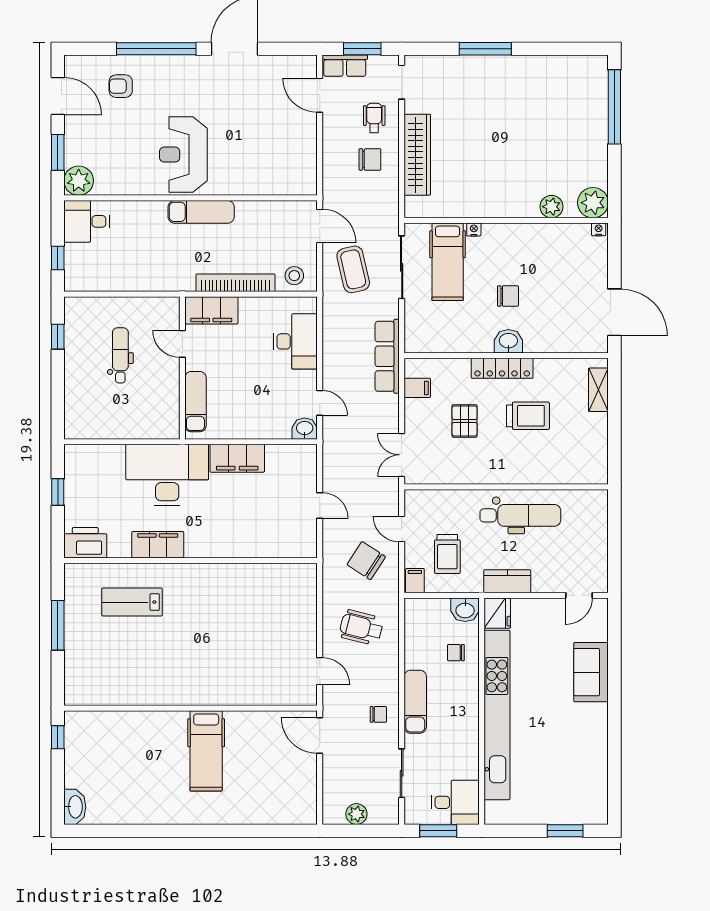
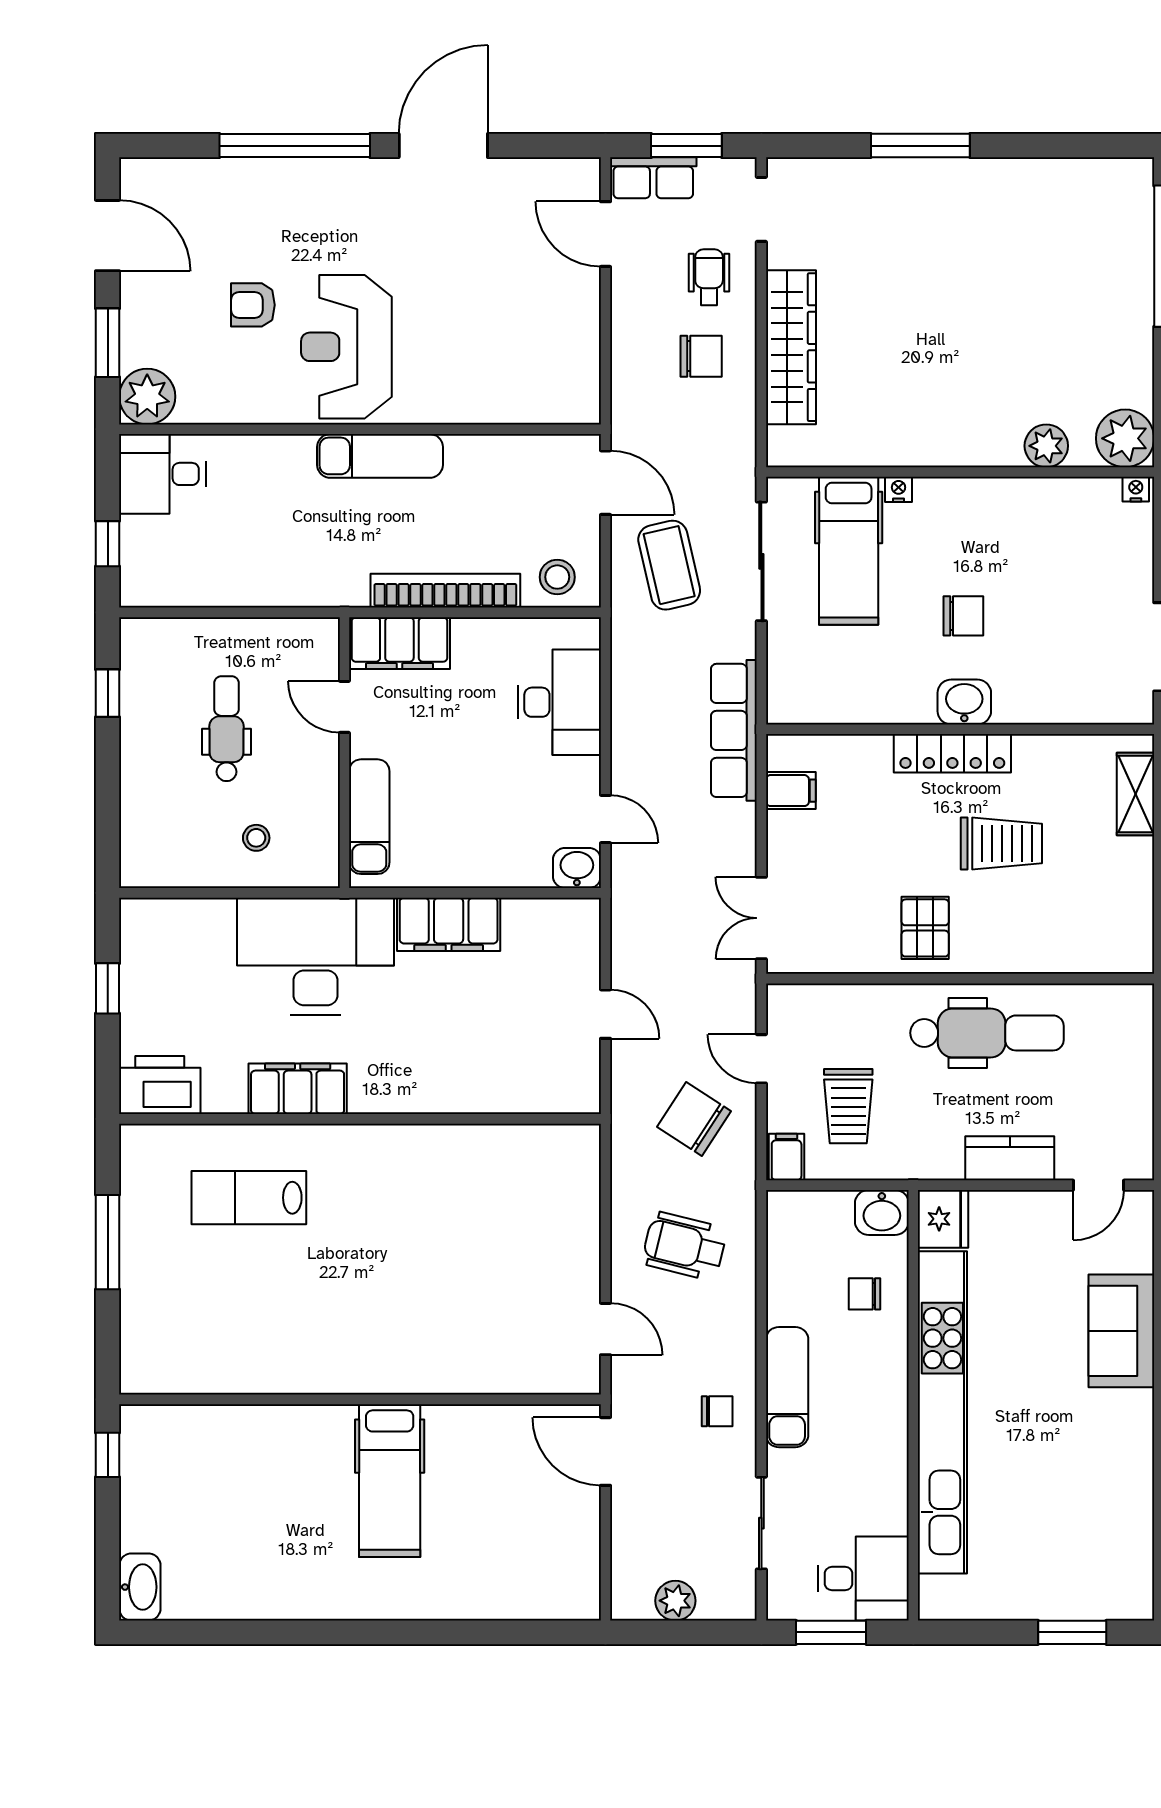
armchair: (121, 86) -> (253, 305), moved
stool: (136, 413) -> (256, 838), added
pallet: (465, 421) -> (925, 928), moved
kitchen counter: (507, 581) -> (1010, 1158), moved

